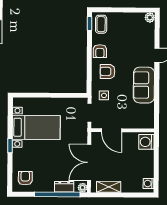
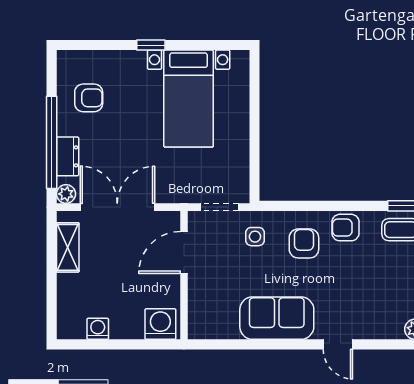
armchair: (25, 178) -> (89, 98), moved
washing machine: (148, 184) -> (98, 329), moved

